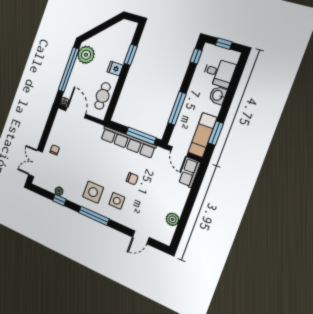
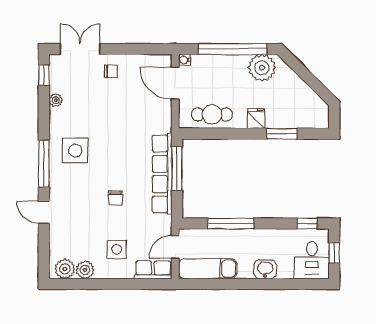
desk: (219, 73) -> (312, 260), moved
door: (76, 112) -> (175, 83), swing flipped
window: (216, 133) -> (216, 284), removed
window: (141, 136) -> (177, 168), moved
window: (59, 200) -> (44, 75), moved
side table: (117, 201) -> (117, 249), moved
plant: (167, 233) -> (65, 269), added
door: (141, 237) -> (44, 212), moved

